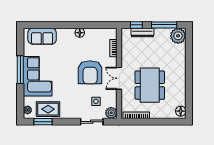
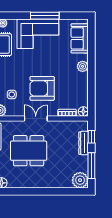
plant: (69, 33) -> (83, 66), added
floor lamp: (80, 33) -> (83, 112), moved

